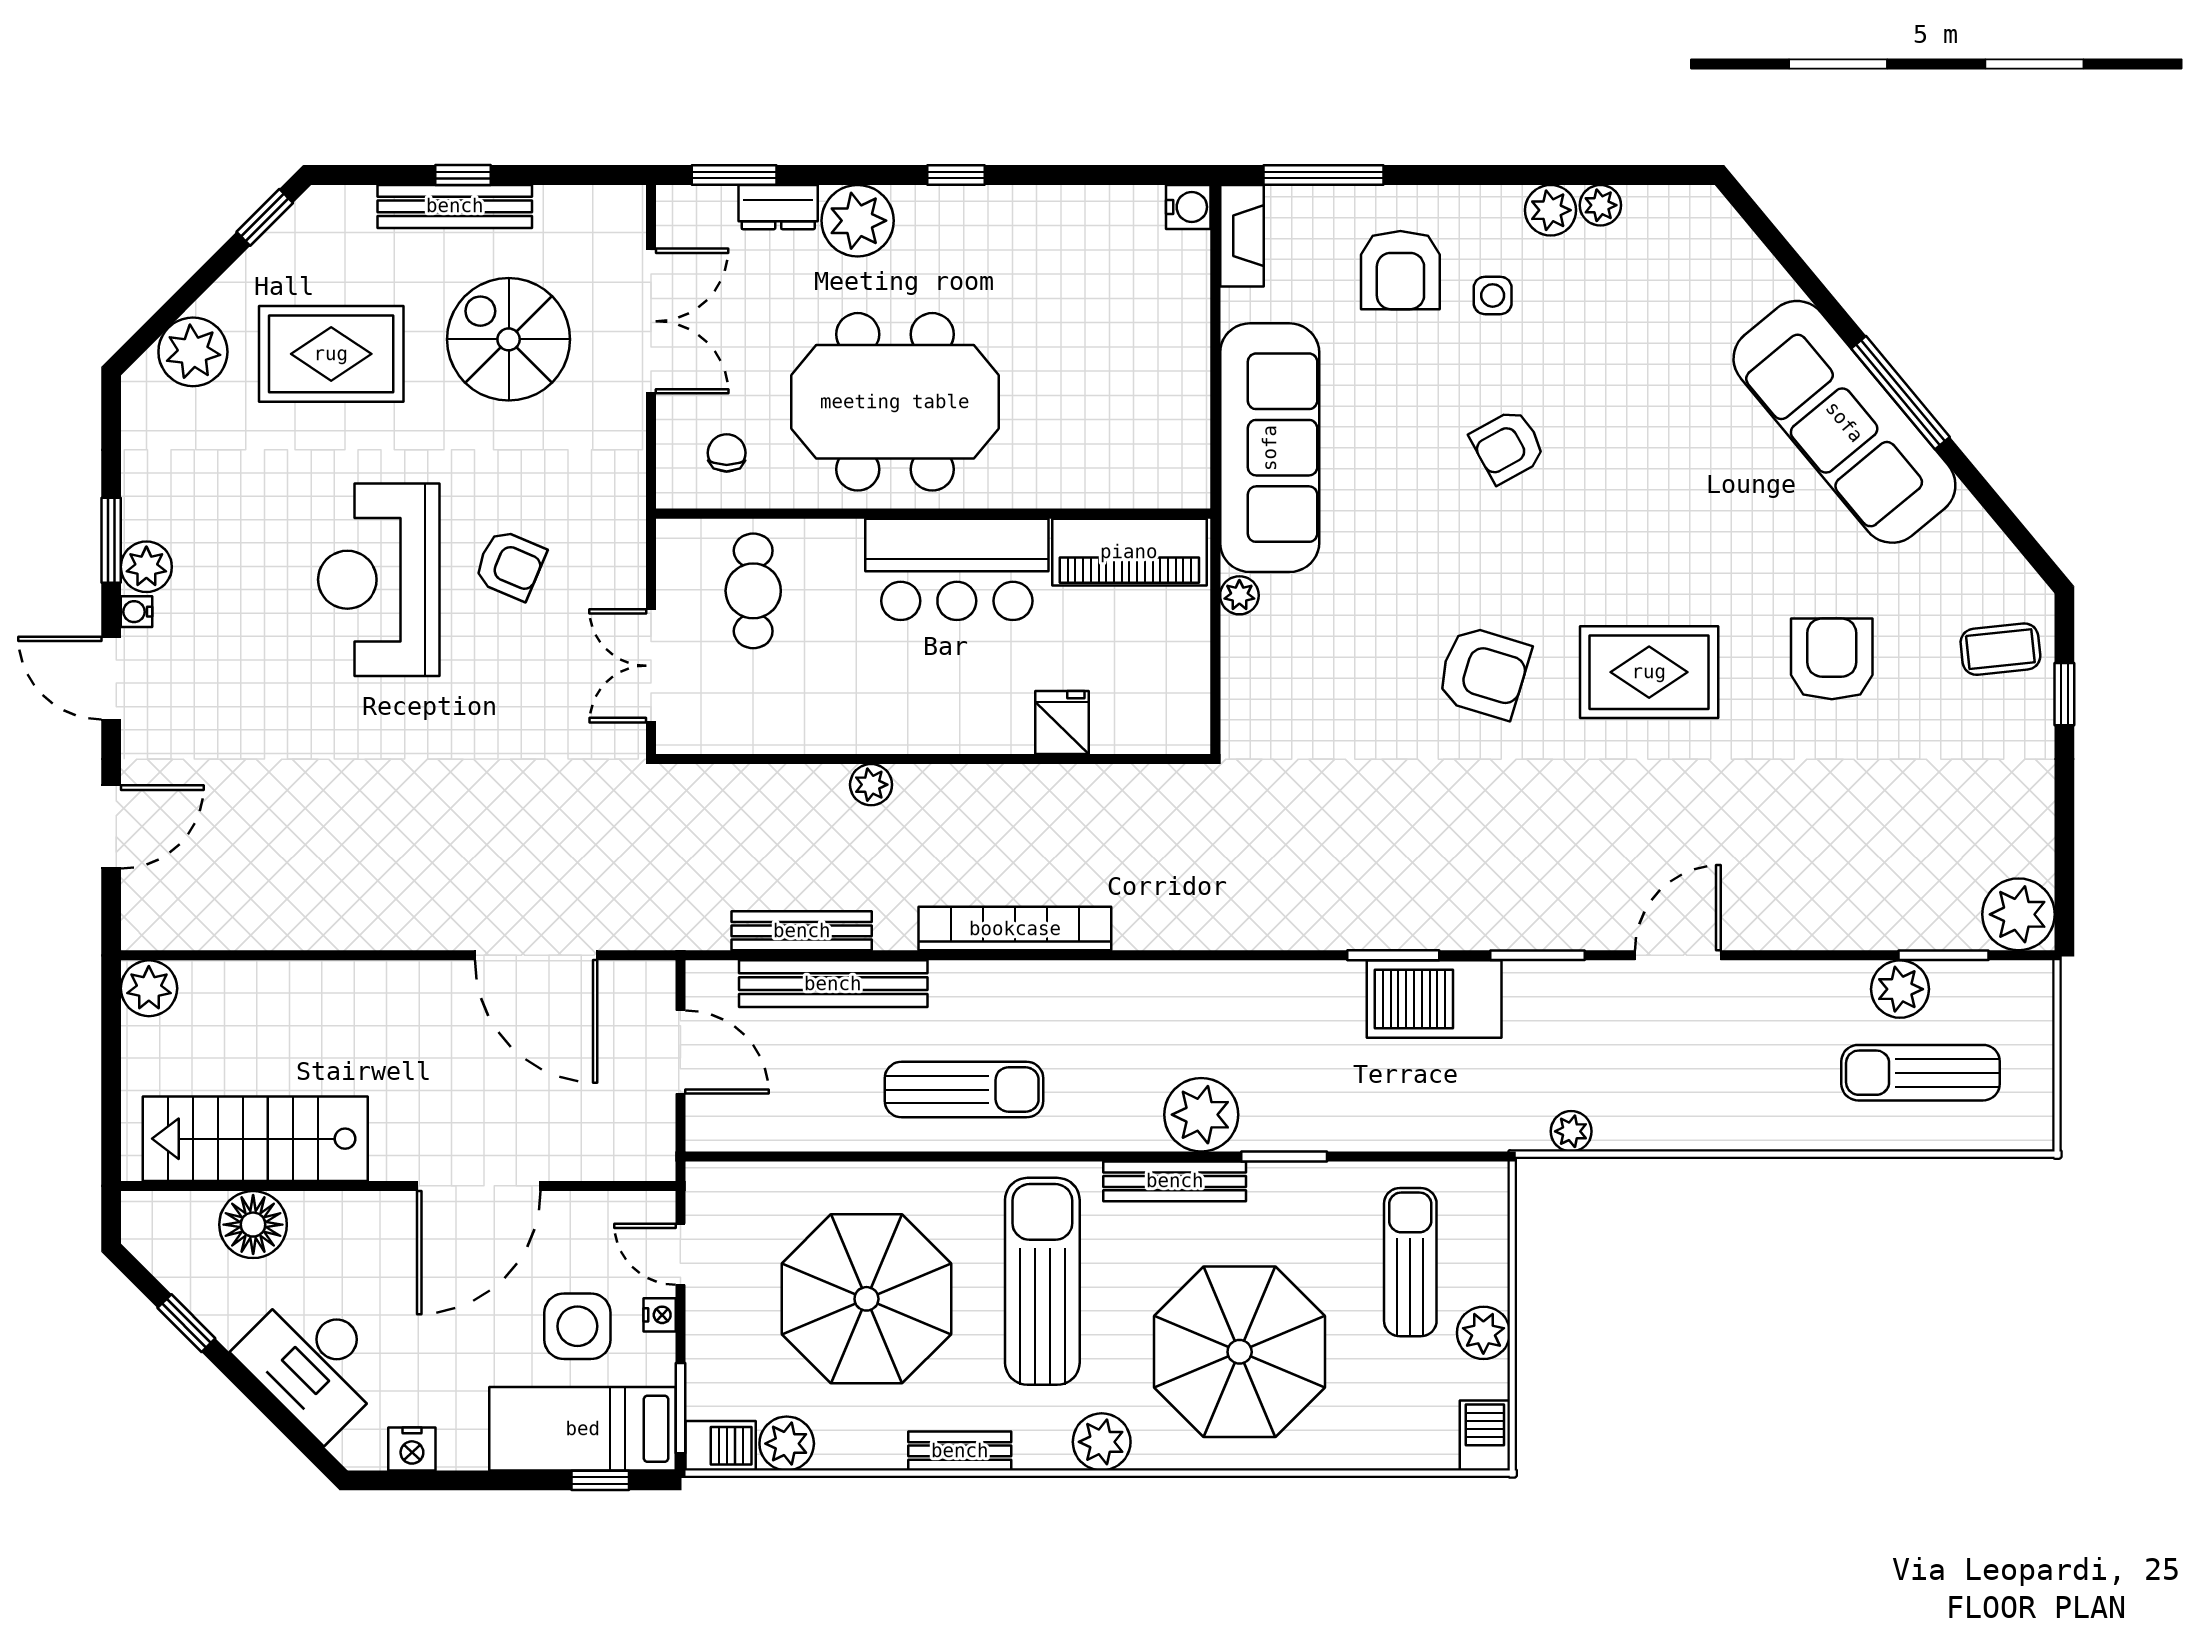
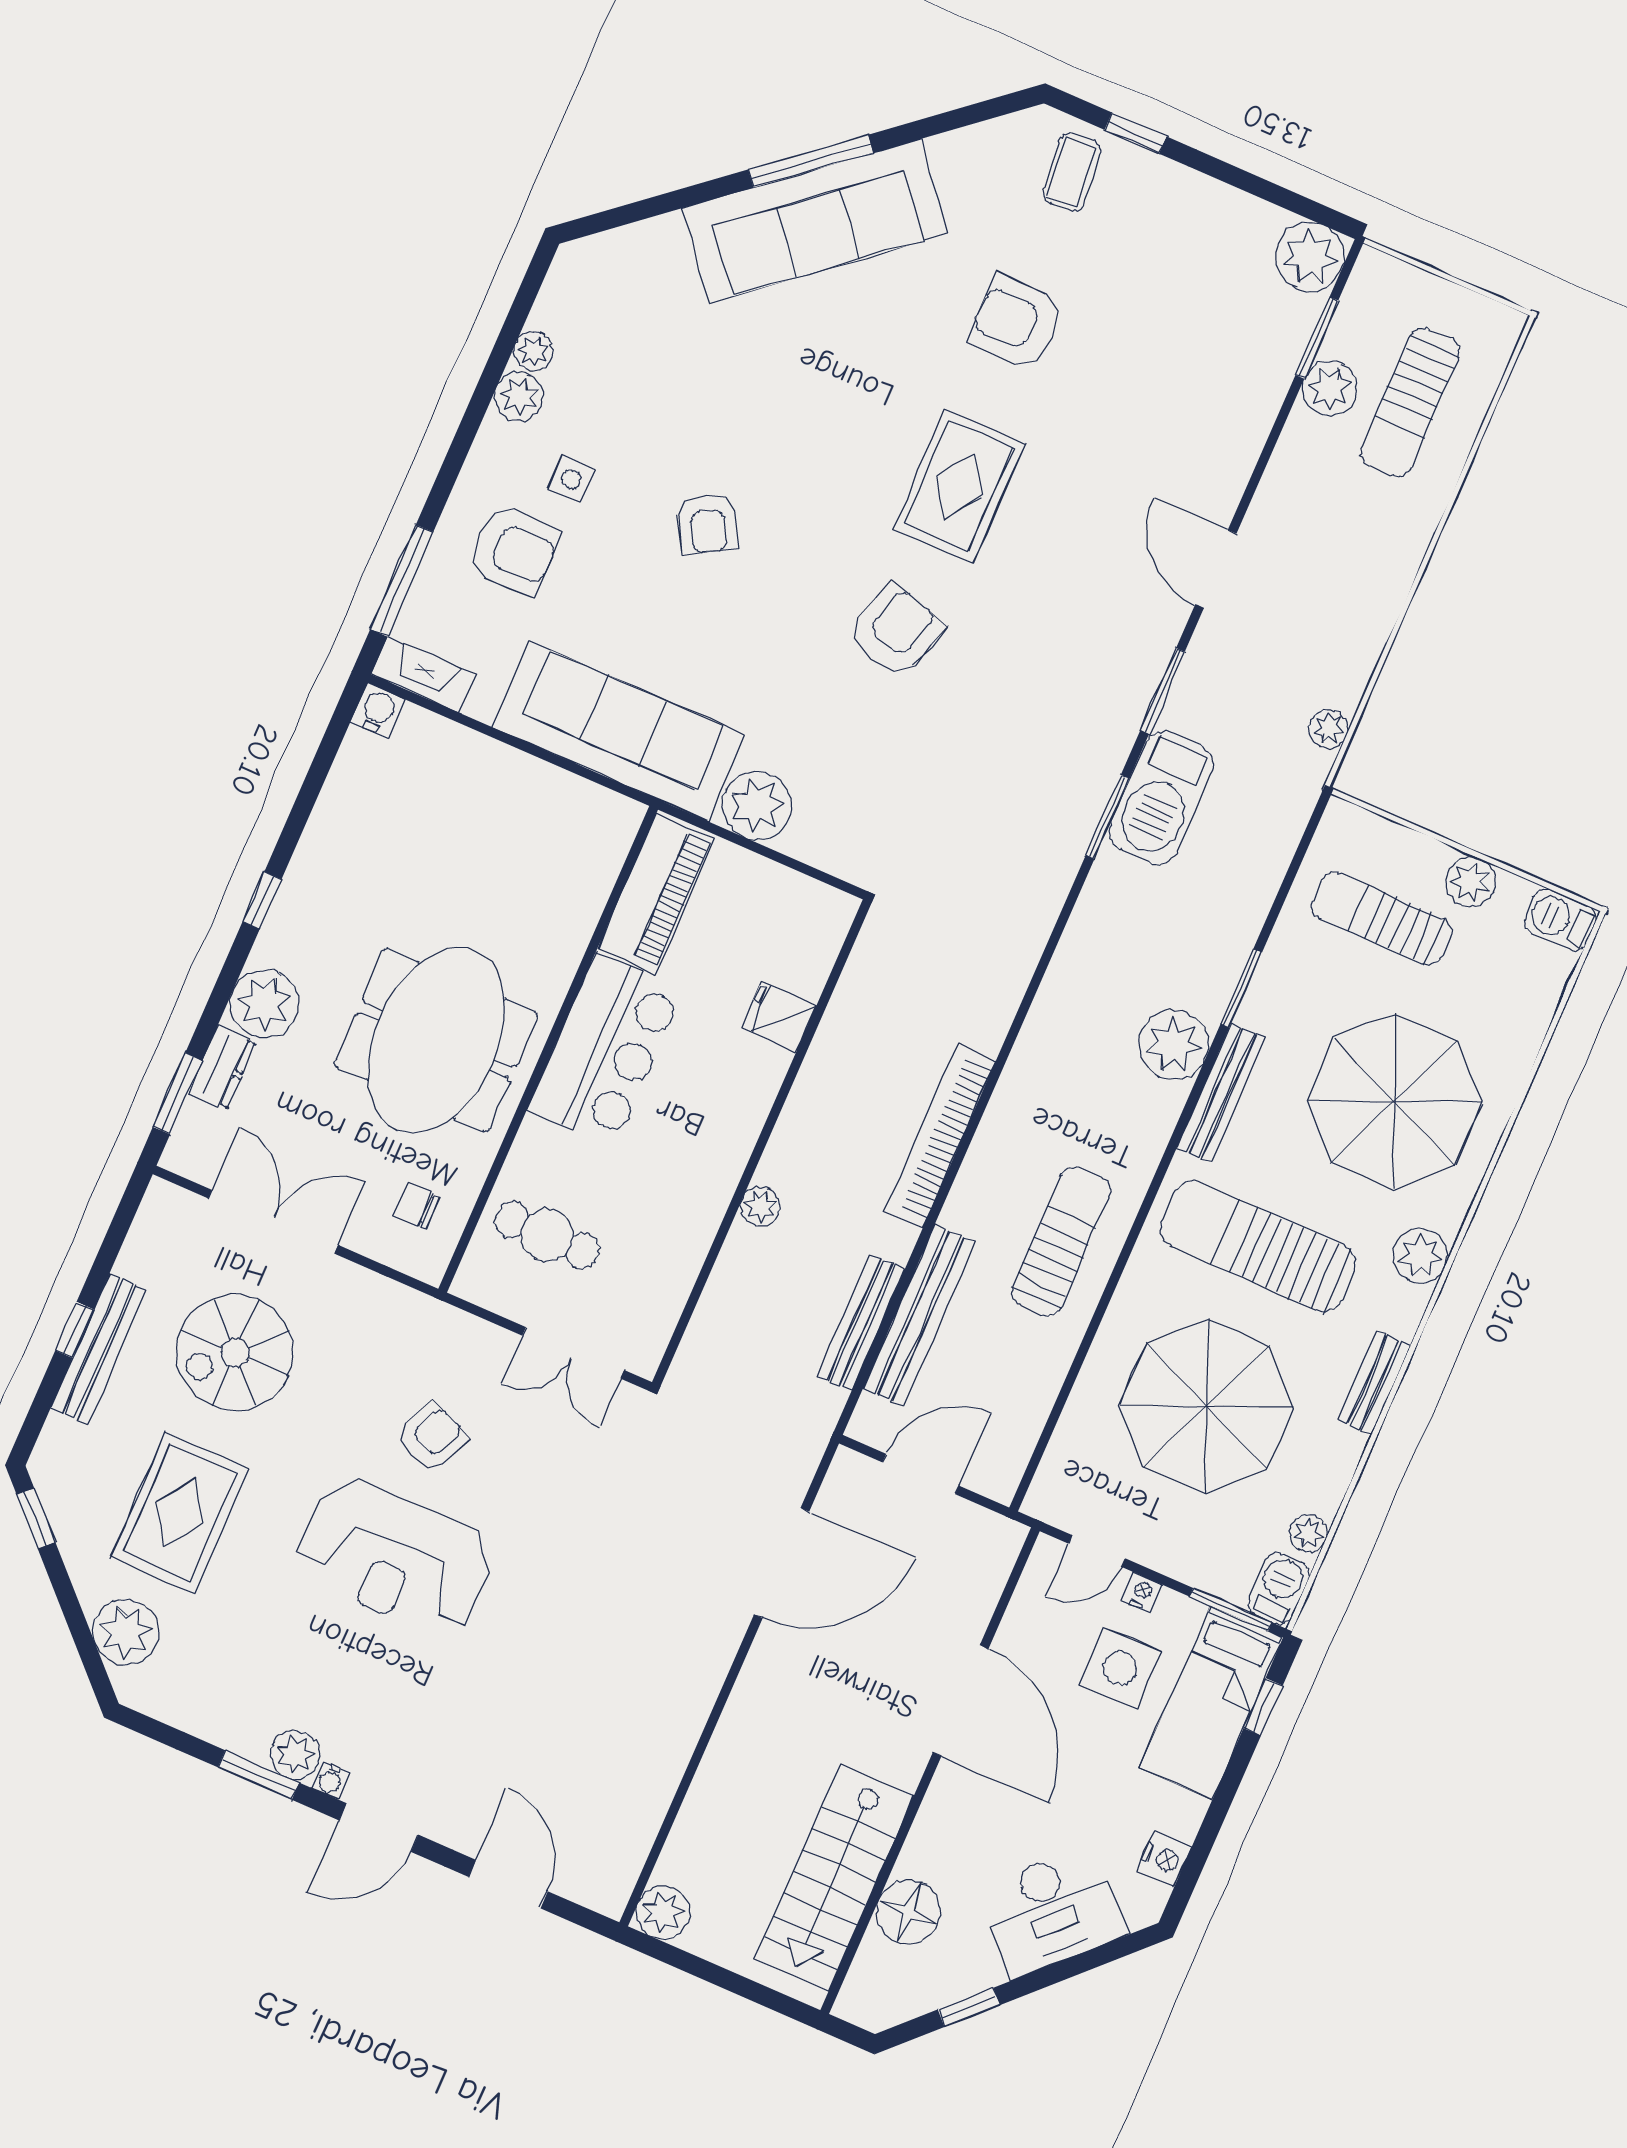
plant: (1239, 595) -> (757, 805), width x1.87, depth x1.87
plant: (787, 1444) -> (1308, 1533), width x0.73, depth x0.73

